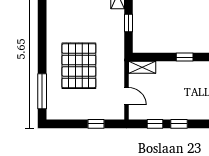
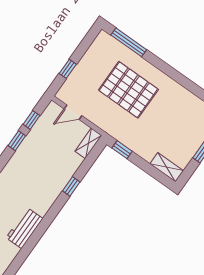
window: (129, 23) -> (122, 150), moved

